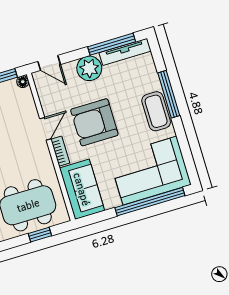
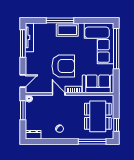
plant: (89, 68) -> (33, 60), removed
armchair: (94, 122) -> (63, 66), turned -90
window: (40, 235) -> (116, 125), moved

